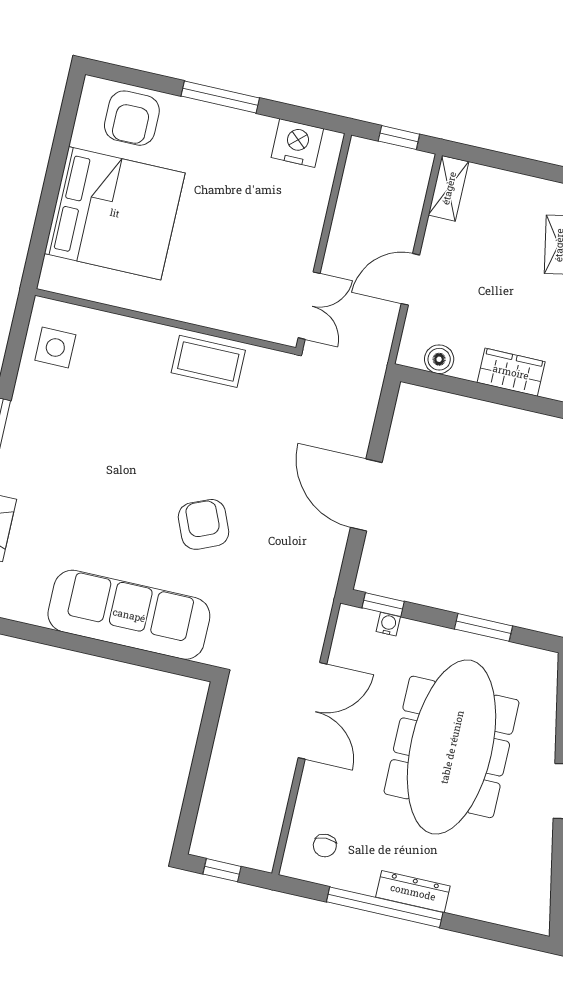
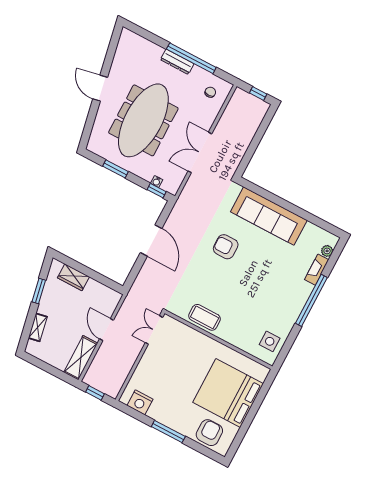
shelving: (449, 188) -> (81, 358), width x1.50, depth x1.33
door: (410, 279) -> (107, 330), swing flipped
boiler: (439, 359) -> (103, 291), removed
armchair: (204, 524) -> (226, 247), turned 113

